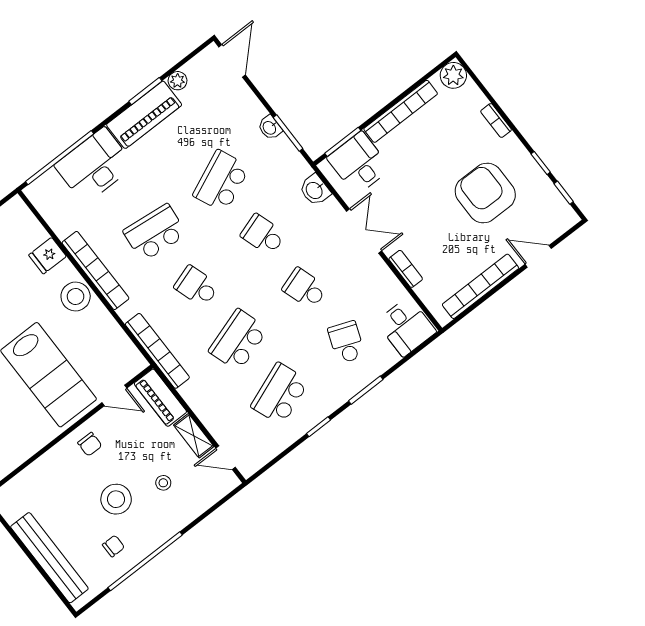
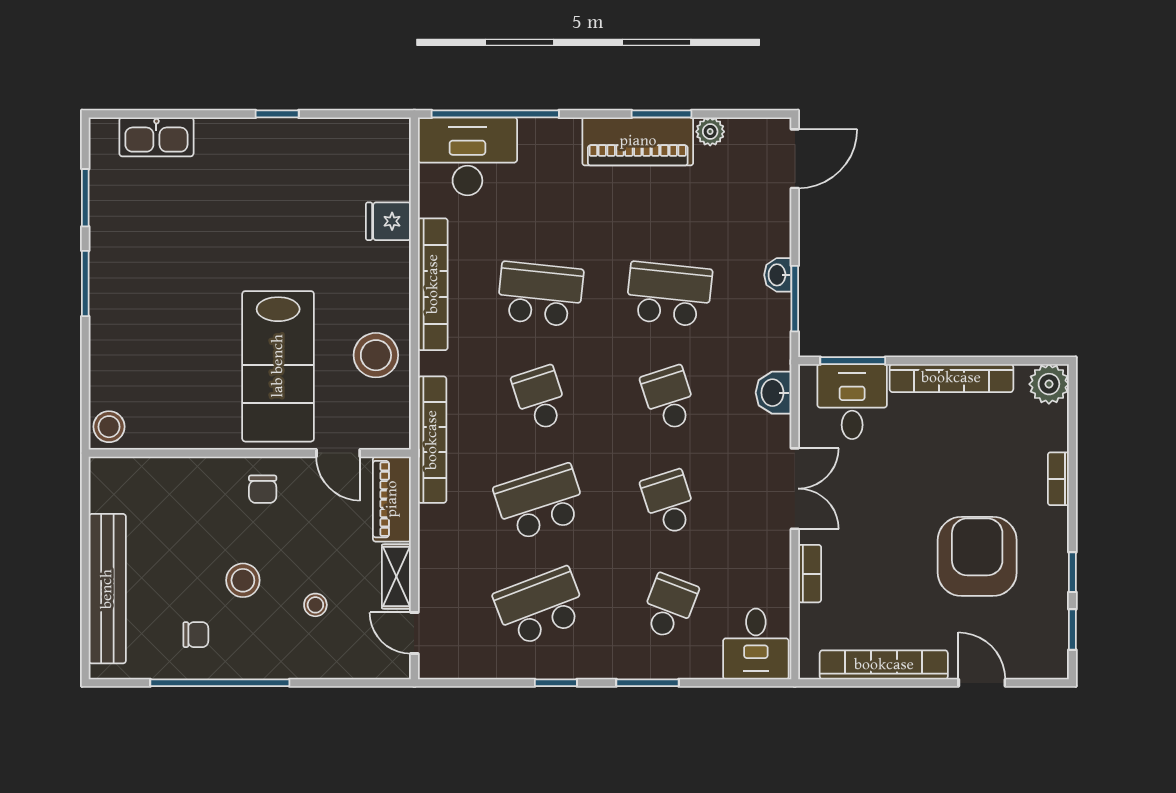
desk: (94, 166) -> (467, 156), moved
school desk: (221, 181) -> (669, 294), turned 30
stool: (76, 296) -> (376, 355), moved
stool: (116, 499) -> (243, 580), width x0.73, depth x0.73

